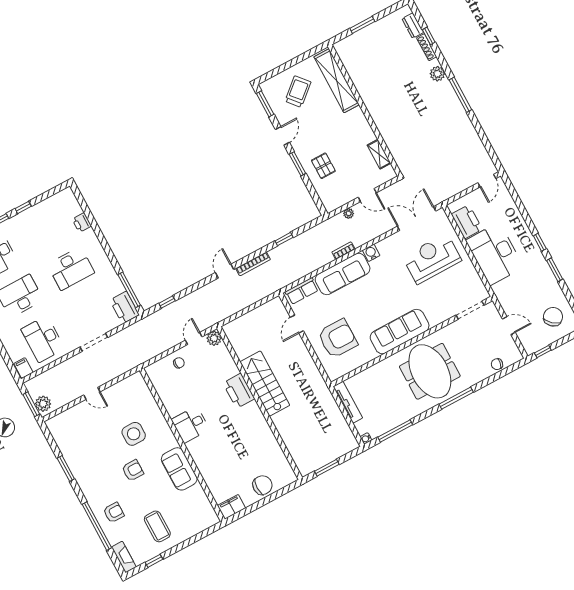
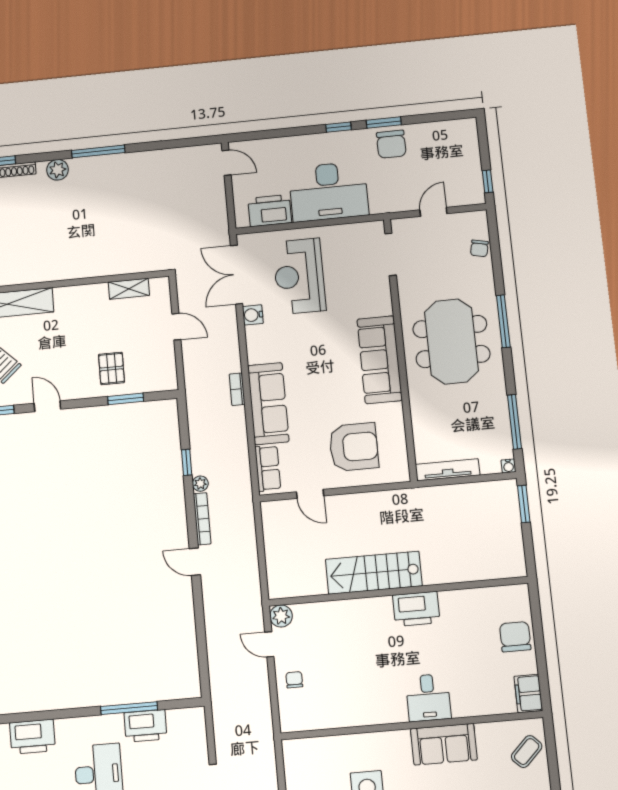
window: (297, 164) -> (126, 399), moved
pallet: (323, 166) -> (112, 368), turned 90
door: (367, 195) -> (176, 327), hinge flipped
plant: (349, 213) -> (200, 484), moved
printer: (82, 223) -> (32, 737), width x1.87, depth x1.48
water cooler: (371, 253) -> (253, 315), moved
window: (129, 290) -> (129, 708), moved
window: (167, 302) -> (203, 660), removed
printer: (124, 307) -> (145, 726), moved
chair: (553, 317) -> (391, 144), moved, turned -132
armchair: (338, 339) -> (354, 447), turned 90
meeting table: (430, 371) -> (451, 341), turned 90
printer: (239, 391) -> (416, 609), moved
desk: (190, 425) -> (428, 698), moved
window: (327, 468) -> (524, 504), moved
coffee table: (196, 520) -> (527, 752), added

